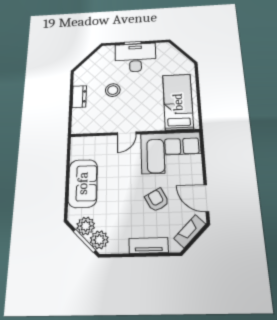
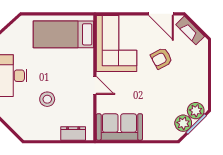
dresser: (79, 97) -> (73, 133), moved
sofa: (83, 183) -> (119, 127), moved
door: (206, 198) -> (161, 14), hinge flipped
tv unit: (149, 245) -> (202, 67), removed

